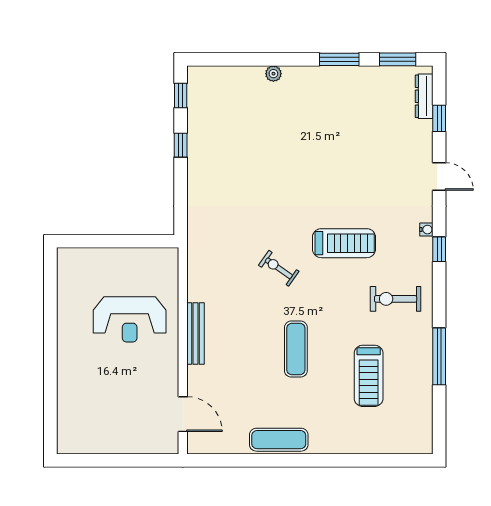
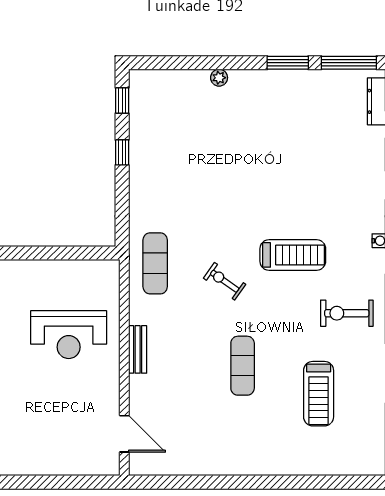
window: (398, 59) -> (349, 63), width x1.44
bench: (196, 334) -> (138, 349), width x0.73
exercise mat: (279, 440) -> (155, 263), moved, turned 90

